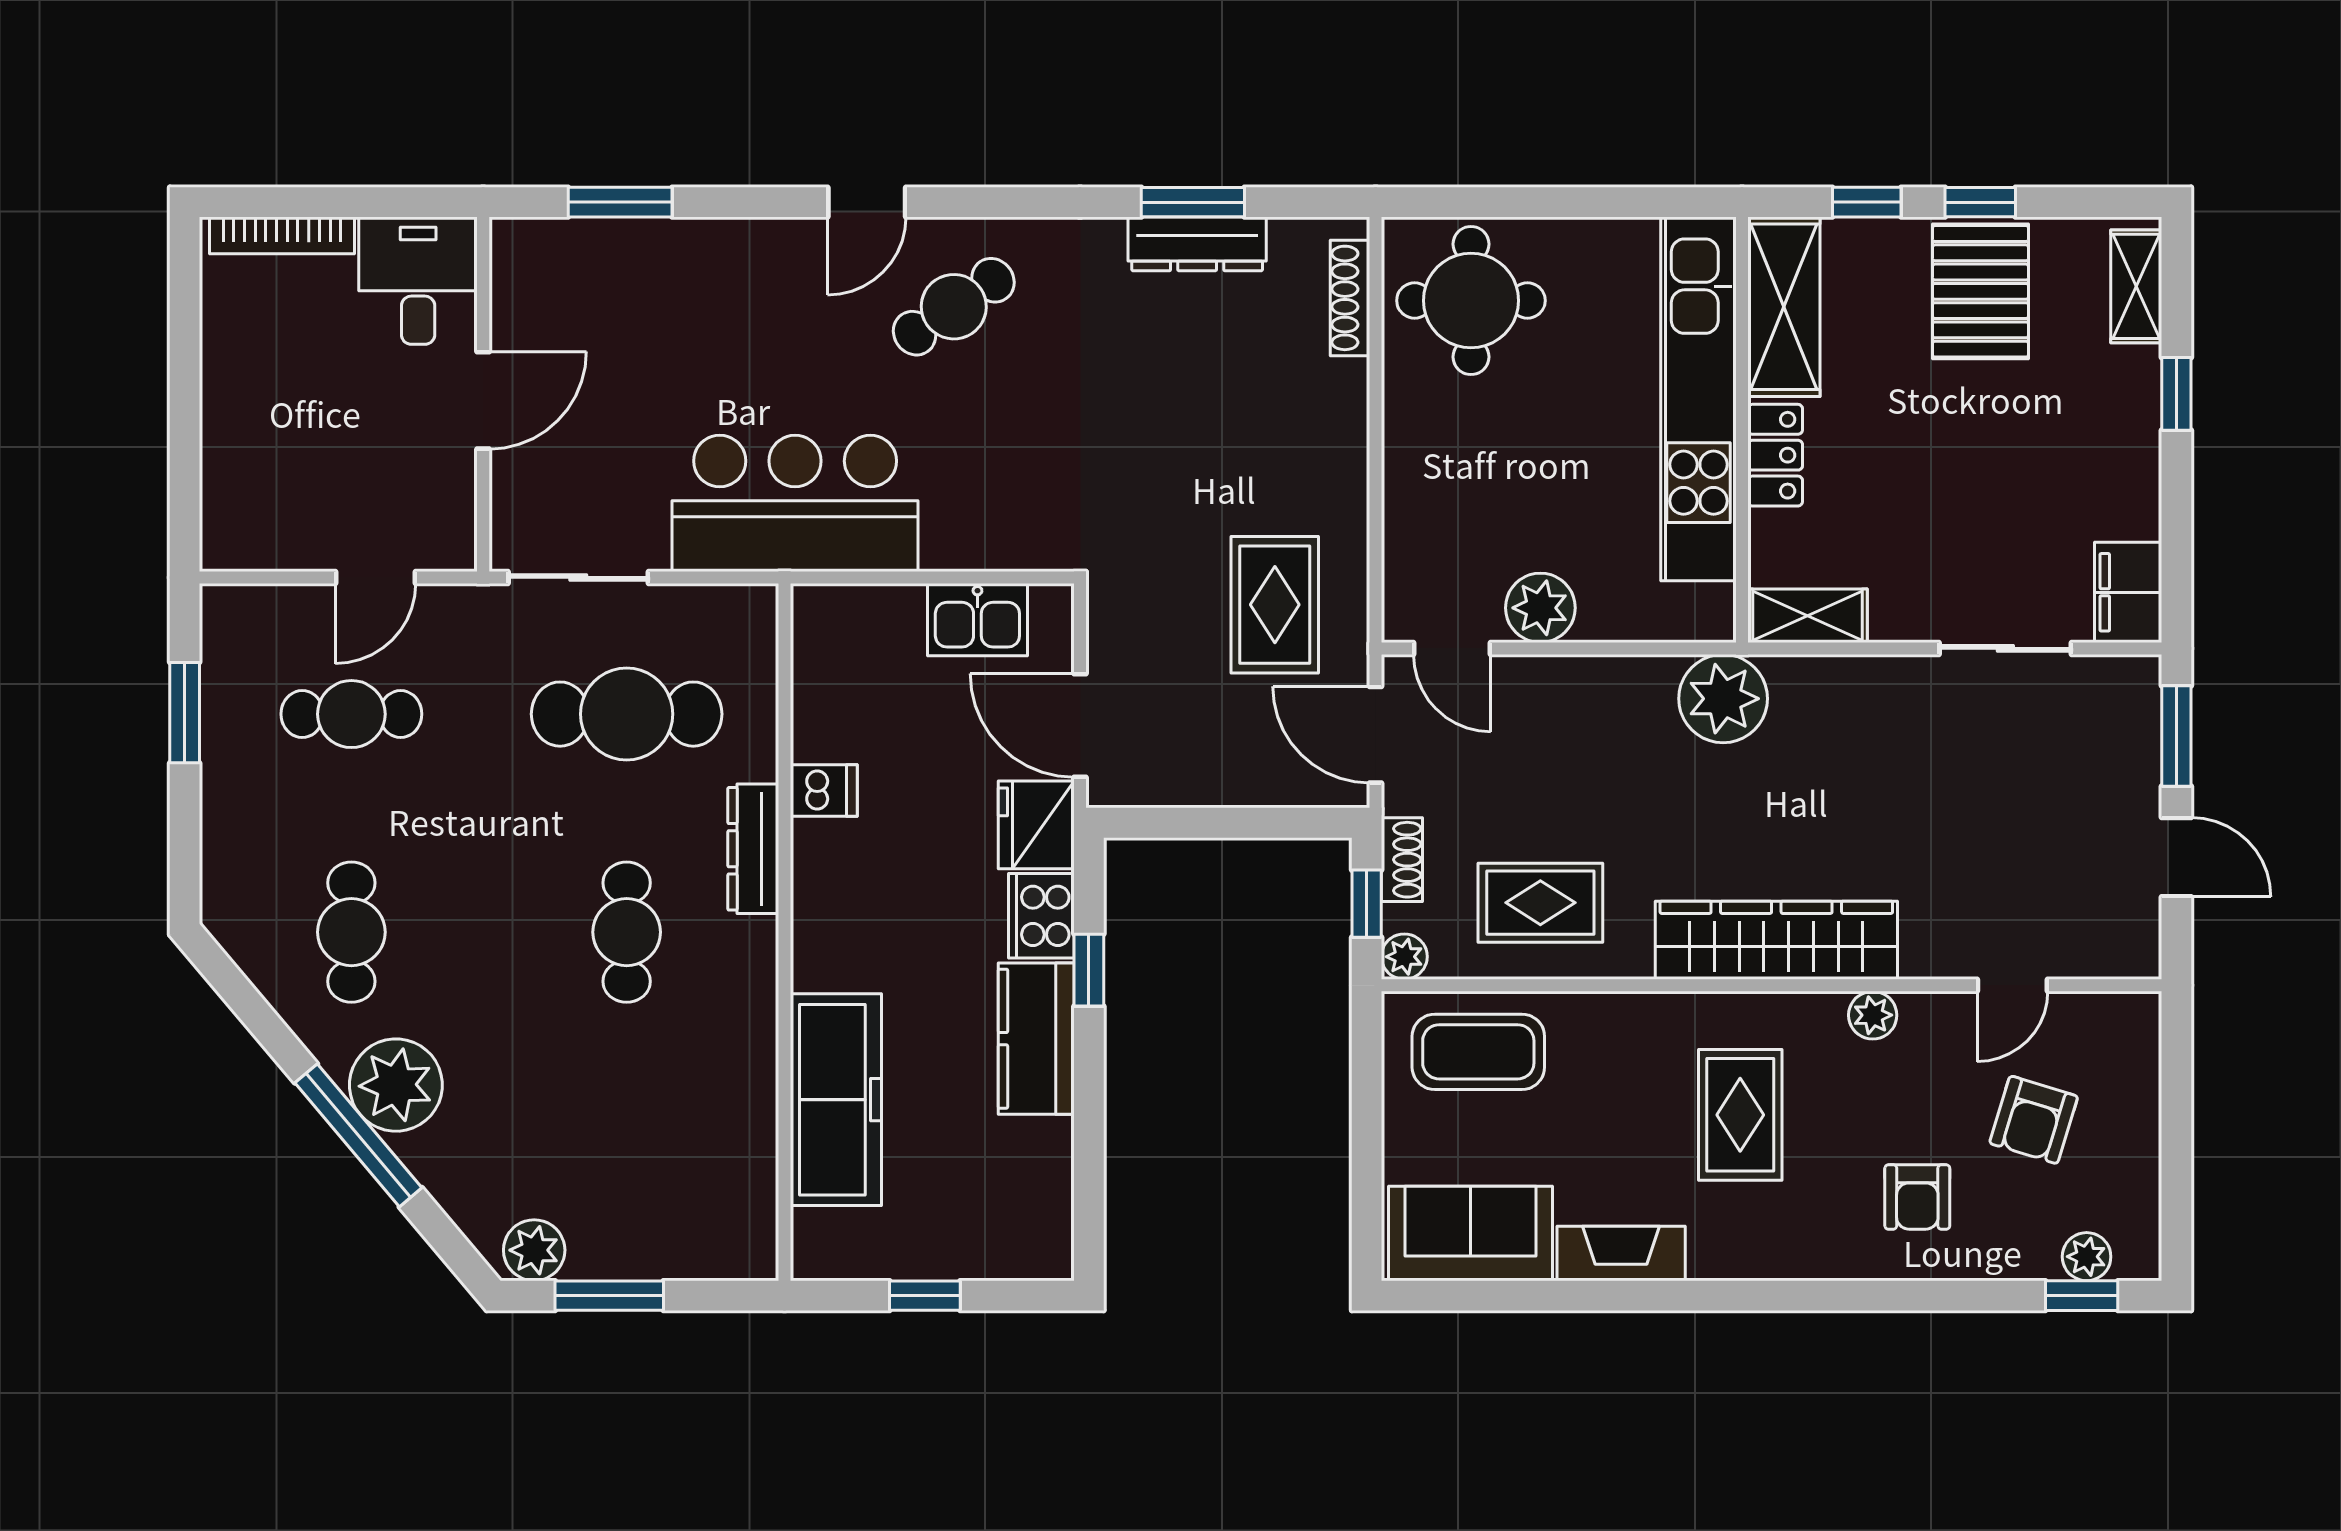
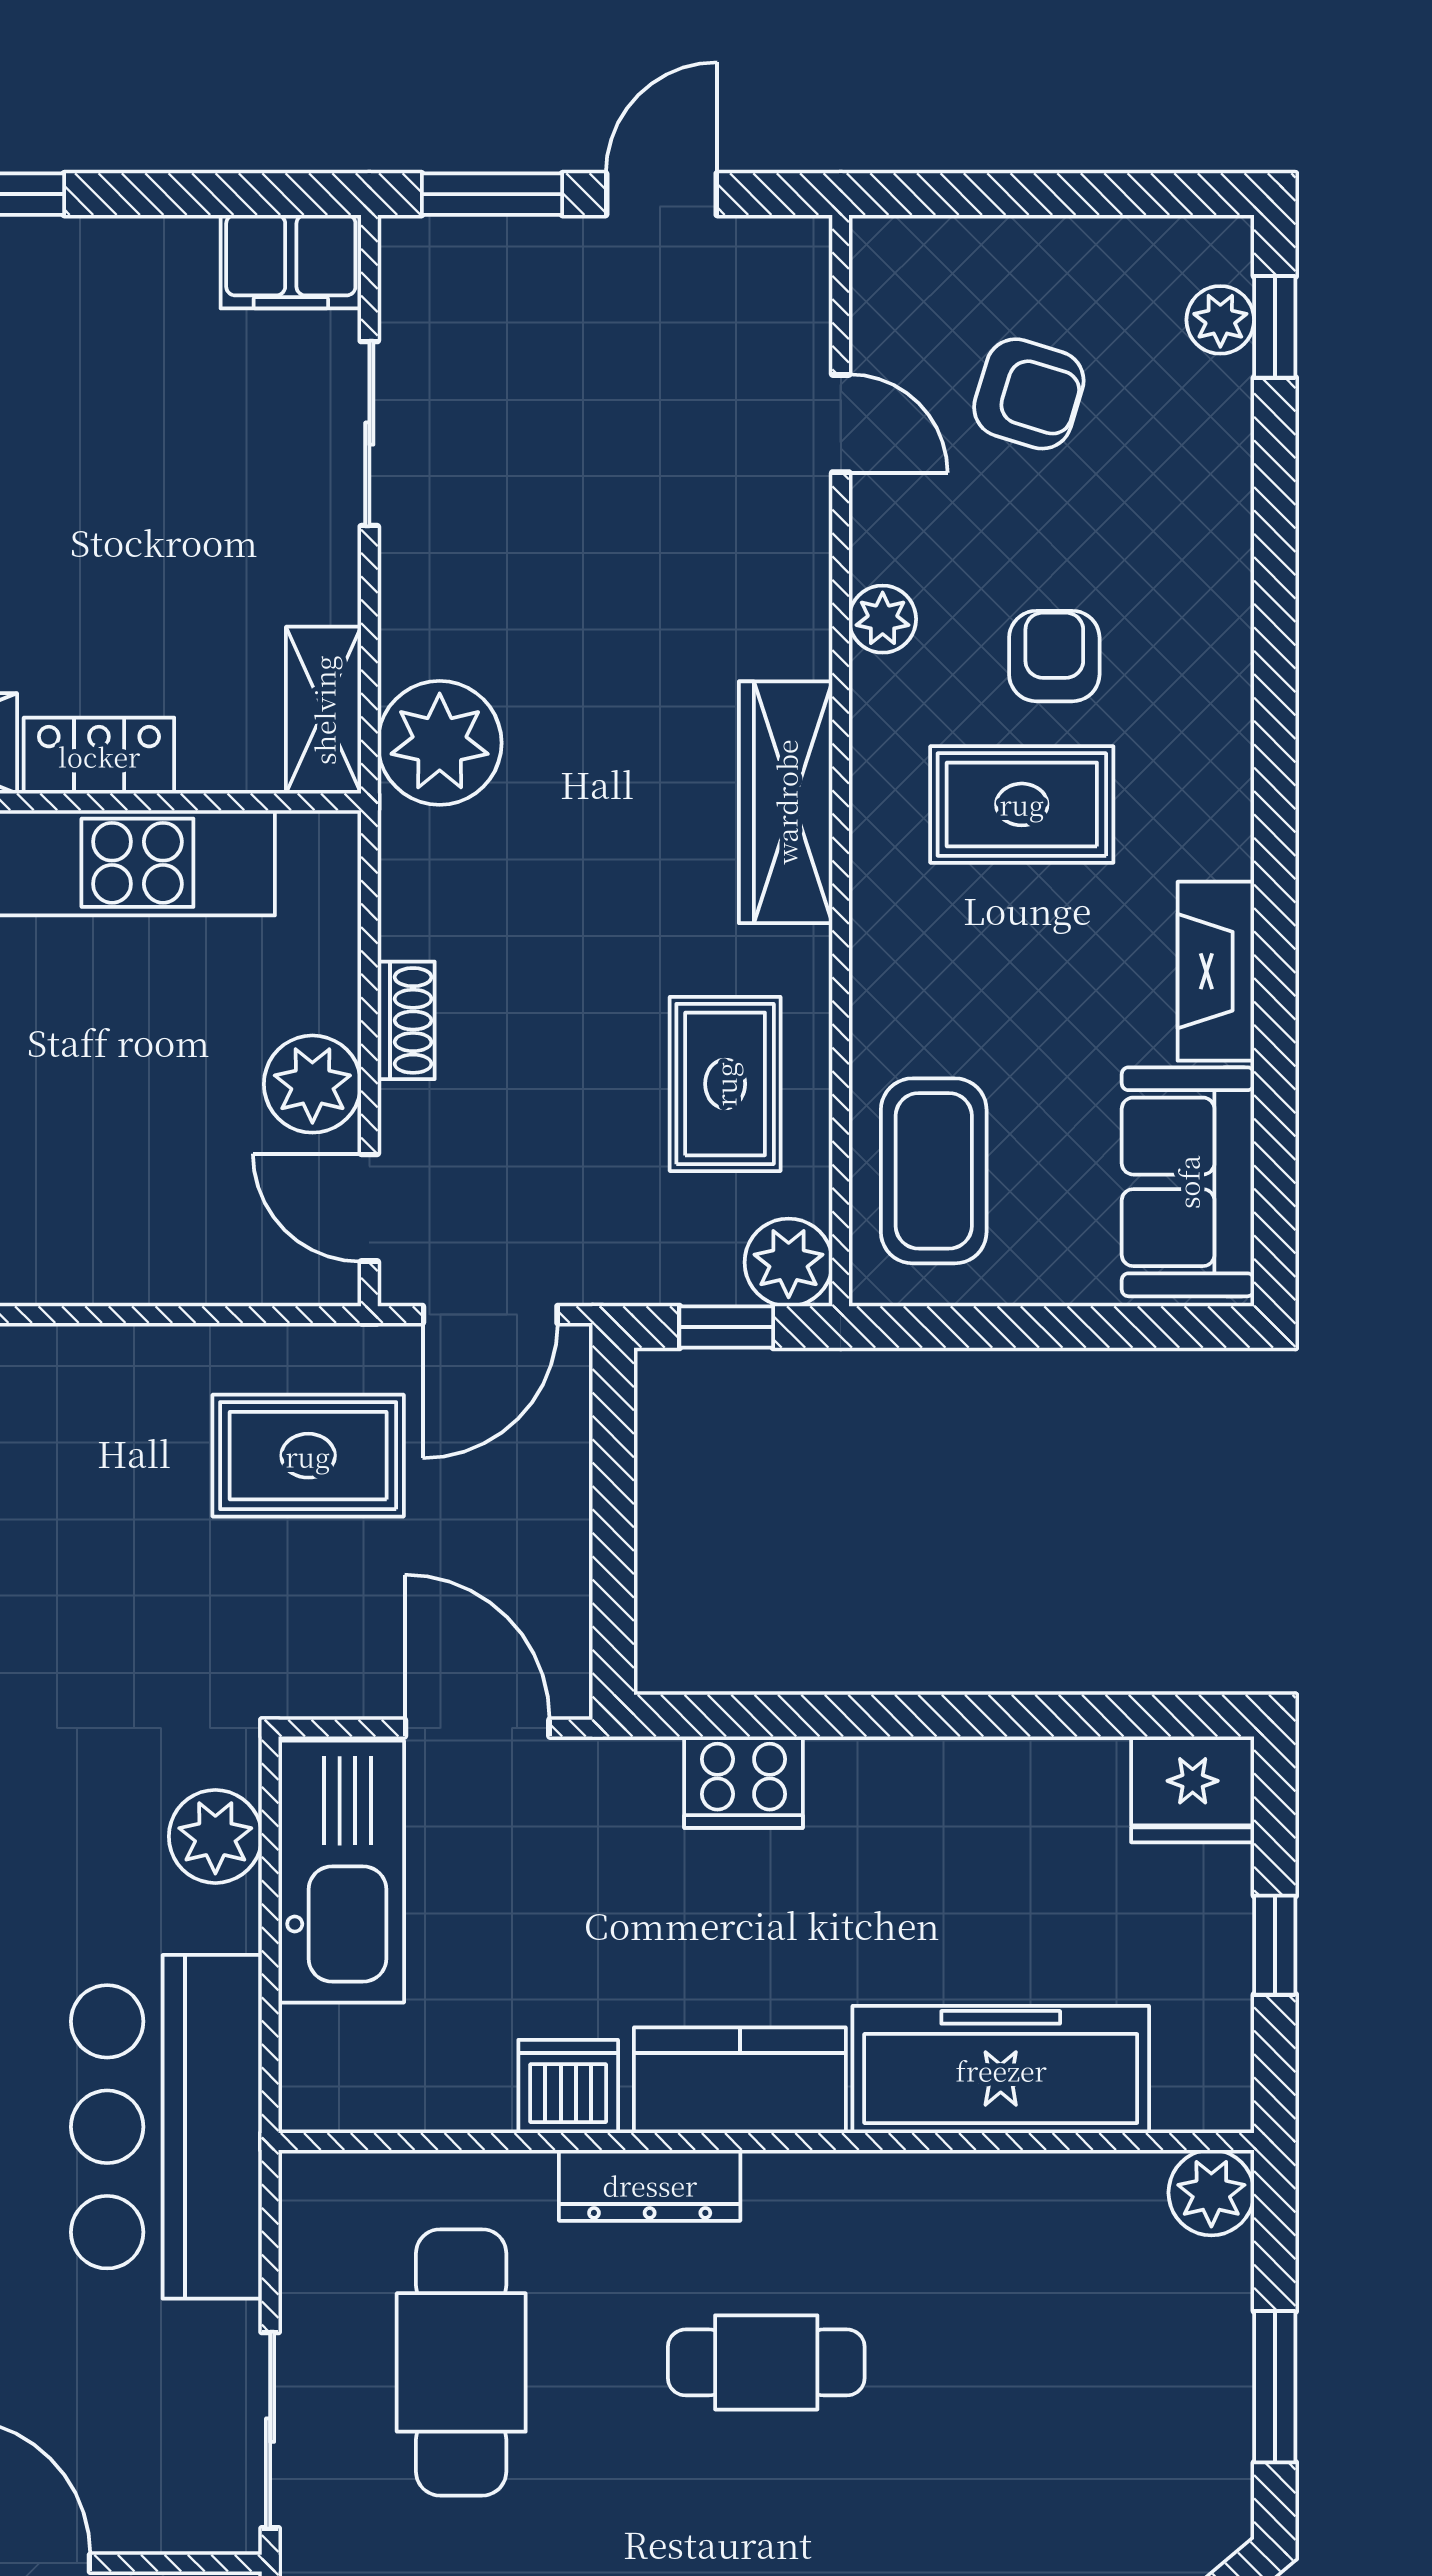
plant: (1003, 538) -> (215, 1836), added
kitchen sink: (977, 620) -> (341, 1872), width x1.87, depth x1.24
door: (1452, 648) -> (369, 1208), swing flipped
plant: (1723, 699) -> (440, 743), moved
door: (1080, 725) -> (477, 1728), swing flipped
dishwasher: (824, 791) -> (568, 2087), width x1.38
fridge: (1036, 825) -> (1193, 1789), moved
shoe rack: (1402, 860) -> (406, 1020), moved, turned 90
wardrobe: (1776, 940) -> (786, 802), width x0.71, depth x0.85
plant: (1404, 957) -> (789, 1262), width x1.38, depth x1.38
window: (1089, 970) -> (819, 1716), removed
kitchen counter: (1036, 1039) -> (740, 2080), moved, turned 180
armchair: (1917, 1197) -> (1054, 656), moved, turned -90
plant: (534, 1250) -> (1211, 2193), moved

